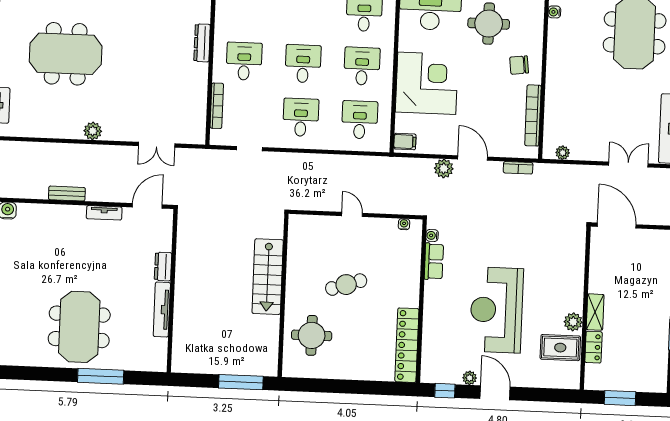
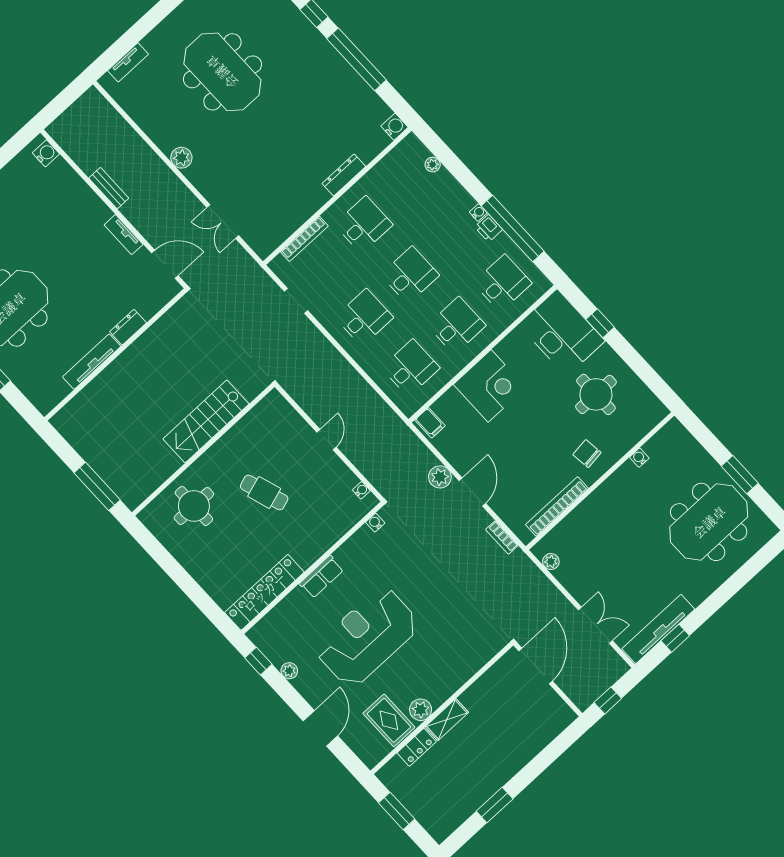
water cooler: (554, 12) -> (639, 458), moved
corner desk: (427, 83) -> (490, 386), width x0.74, depth x0.74
row of seats: (434, 261) -> (321, 577), moved
door: (495, 393) -> (320, 728), moved

